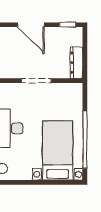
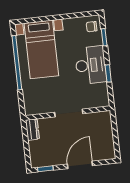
door: (31, 25) -> (80, 165), hinge flipped
dresser: (77, 63) -> (32, 130), width x0.70

